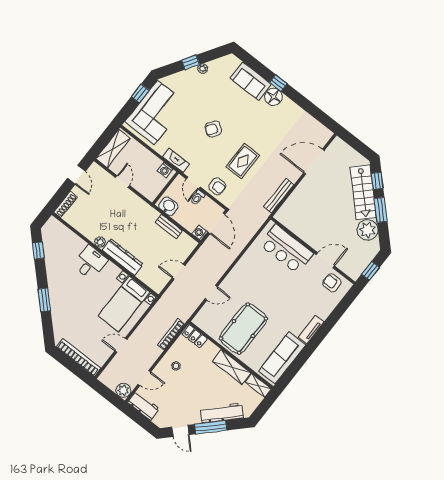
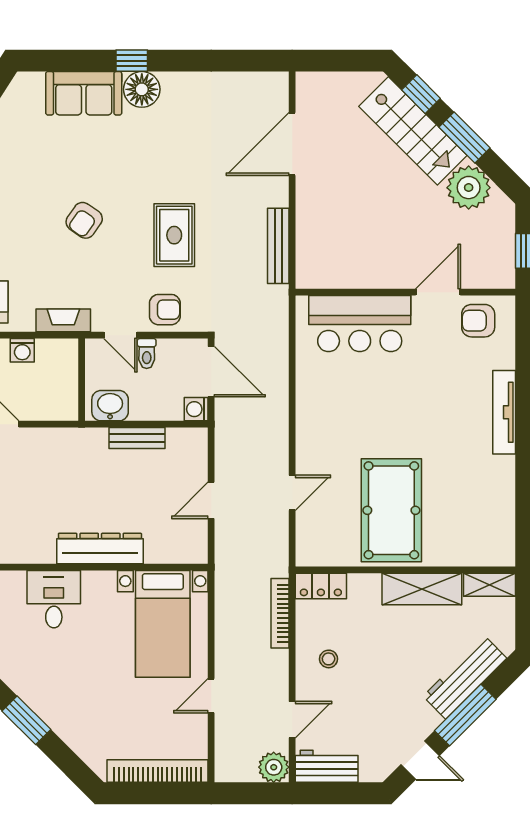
washing machine: (165, 170) -> (22, 350), moved
plant: (100, 242) -> (44, 553), removed
tv unit: (311, 329) -> (504, 412), width x1.41
sofa: (282, 358) -> (493, 509), removed

